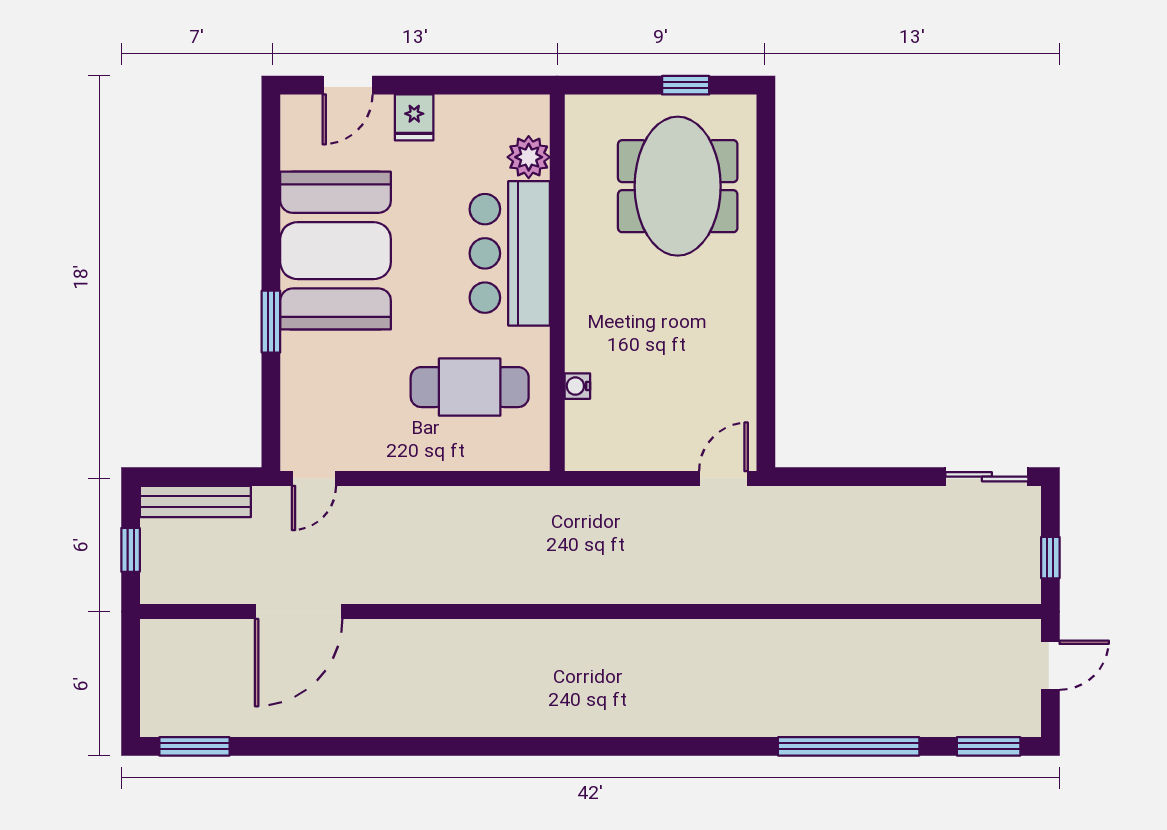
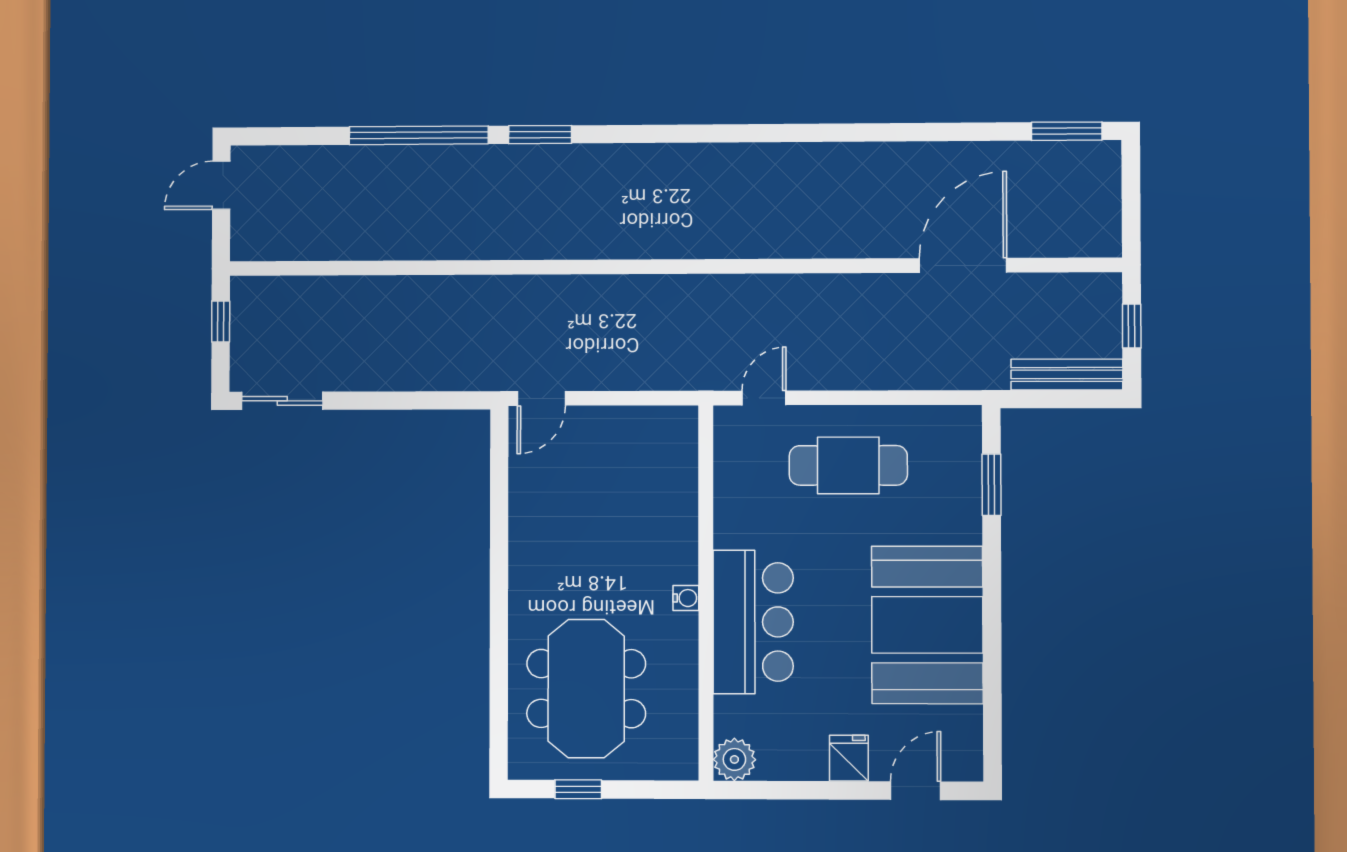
plant: (529, 157) -> (734, 759), moved
window: (271, 322) -> (991, 485), moved
water cooler: (577, 386) -> (686, 598), moved
cafe table: (470, 387) -> (848, 465), moved
door: (314, 479) -> (764, 398), moved
door: (1050, 665) -> (221, 185), moved
window: (989, 746) -> (540, 135), moved

